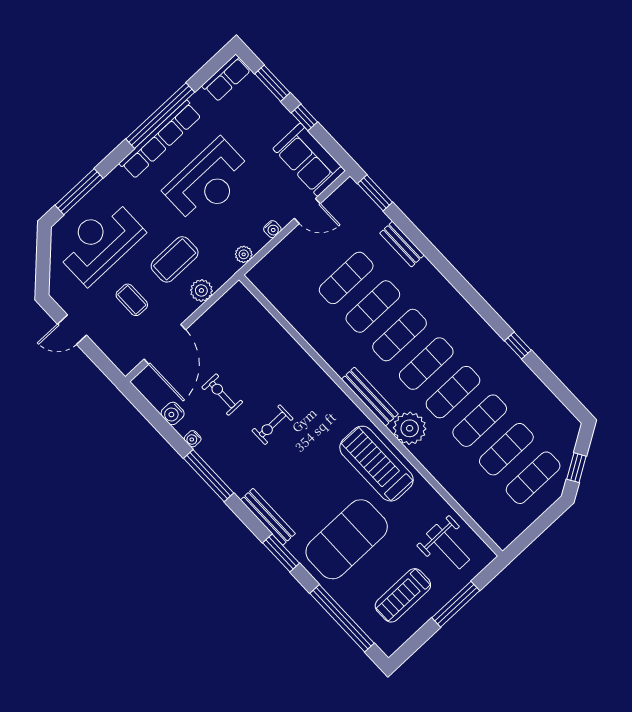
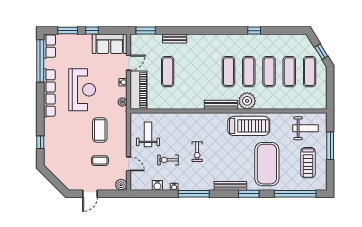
window: (160, 116) -> (40, 61), moved
window: (79, 192) -> (40, 142), width x0.46
reception desk: (100, 242) -> (67, 152), removed
piano: (282, 261) -> (139, 90), added
plant: (201, 290) -> (121, 185), moved
exercise mat: (373, 306) -> (188, 72), removed
weight bench: (232, 333) -> (148, 134), added
exercise mat: (400, 335) -> (208, 72), removed
door: (165, 344) -> (129, 164), width x0.53
treadmill: (376, 464) -> (249, 126), turned 180

